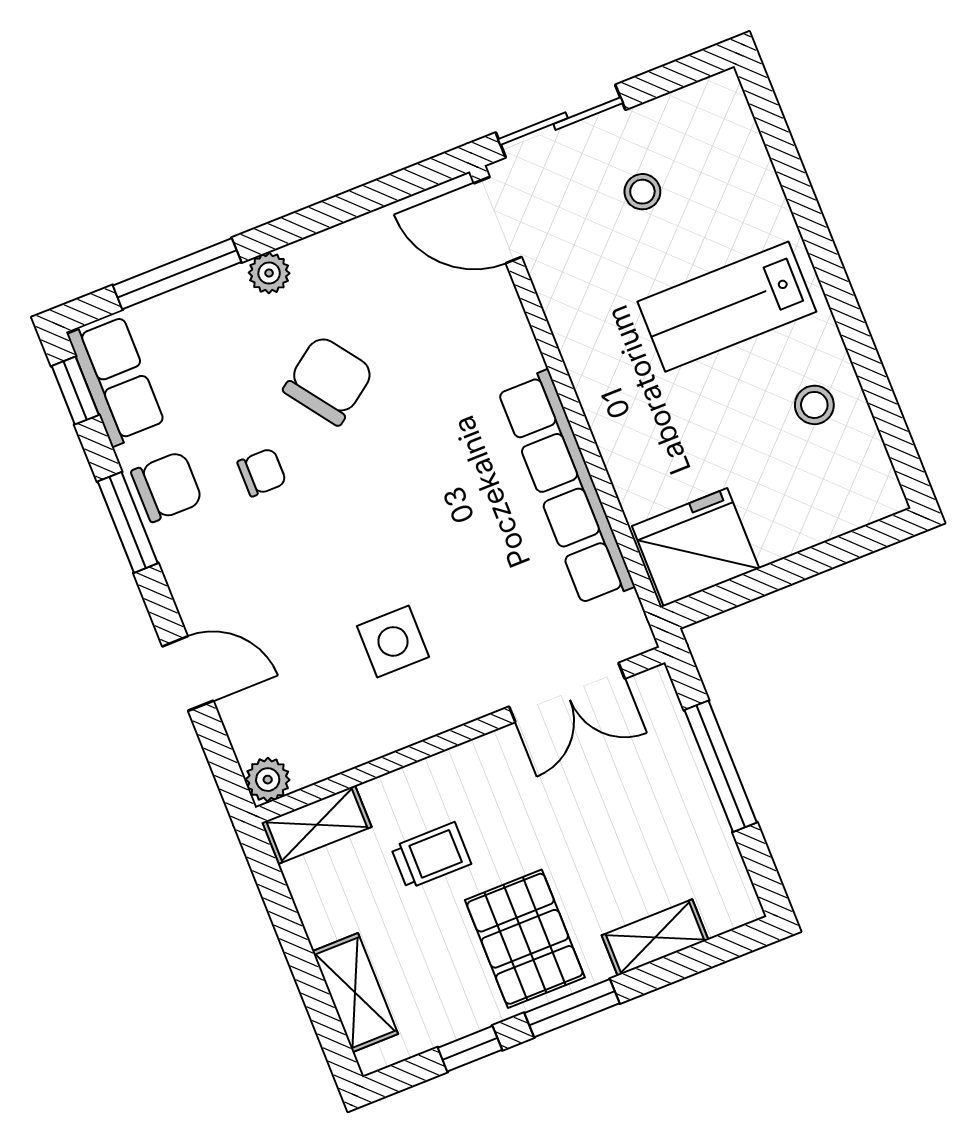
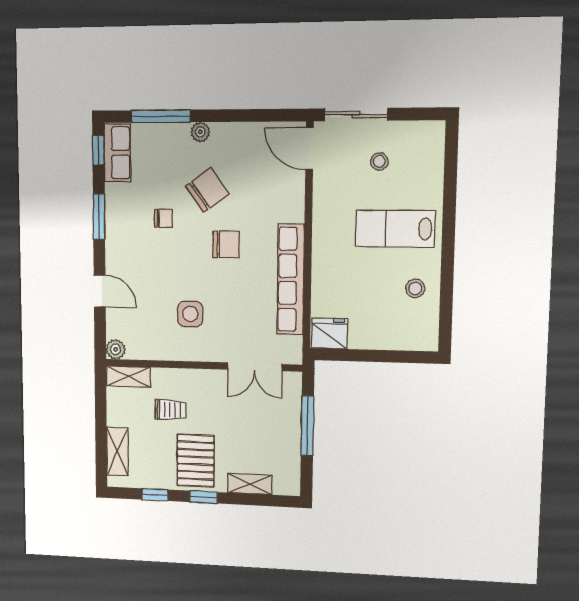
chair: (167, 487) -> (226, 244), moved
fridge: (696, 547) -> (330, 334), width x0.73, depth x0.75
window: (572, 1008) -> (203, 497), width x0.67

